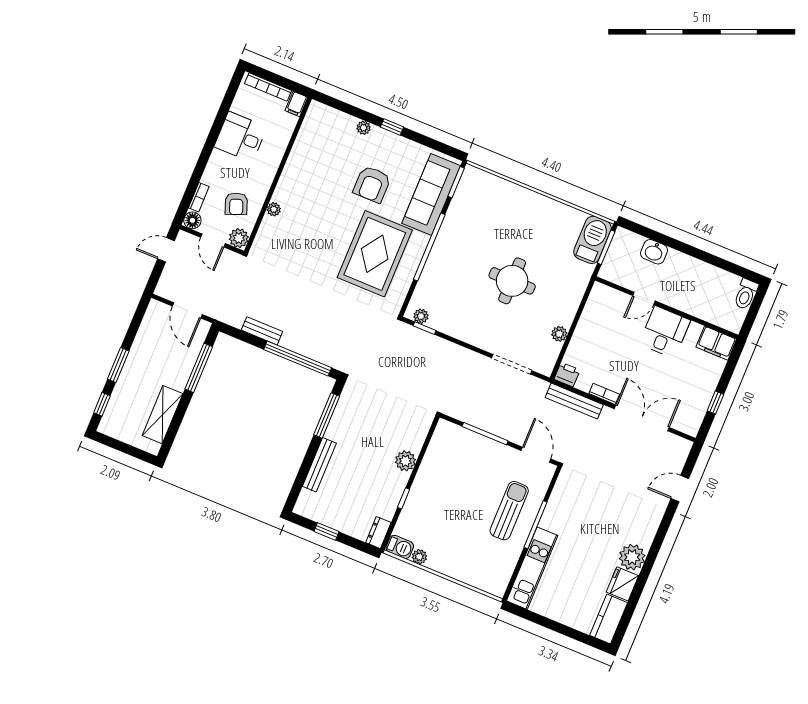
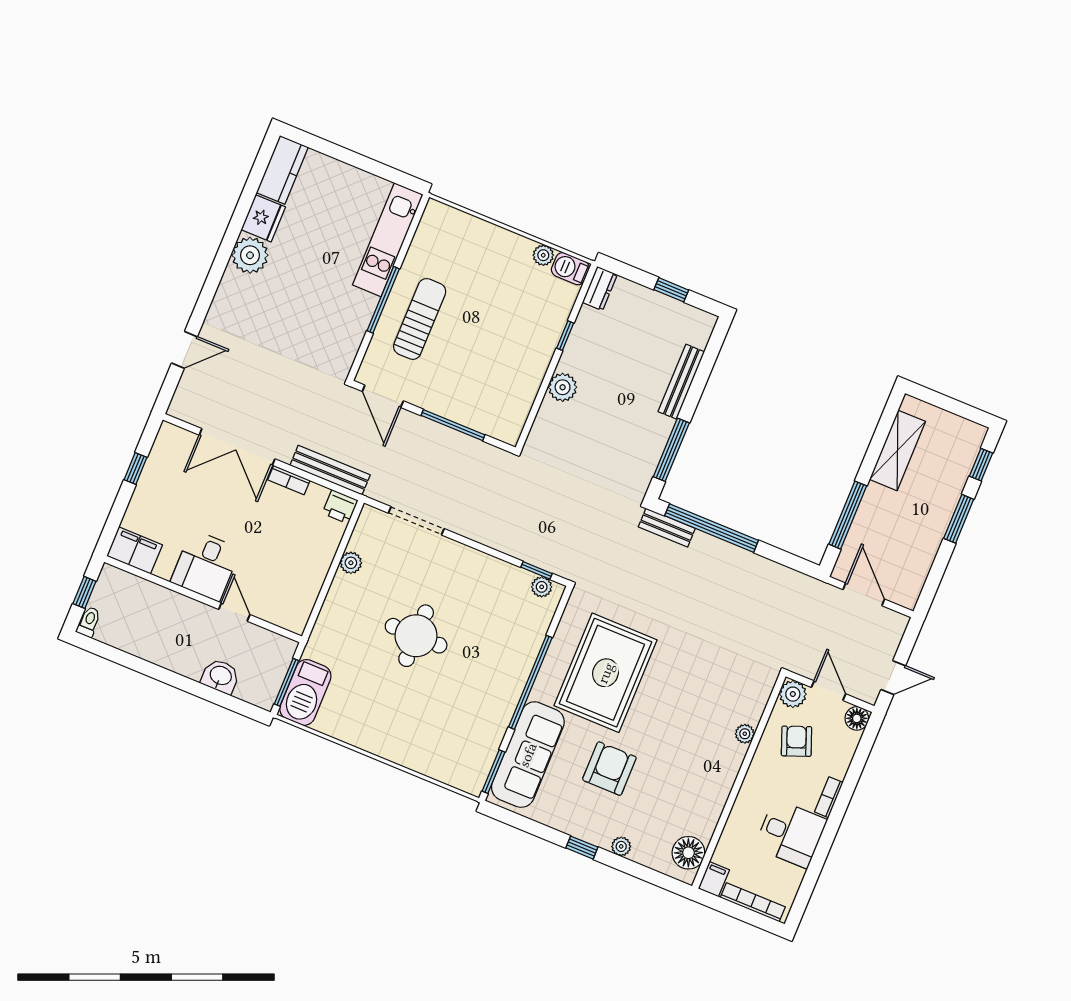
floor lamp: (315, 123) -> (688, 853), added
bookcase: (199, 197) -> (829, 797), moved
toilet: (746, 294) -> (89, 622), width x0.73, depth x0.72
door: (644, 298) -> (234, 612), hinge flipped
window: (753, 313) -> (84, 592), added
bench: (262, 331) -> (667, 528), moved
sun lounger: (509, 511) -> (420, 319), turned 180

